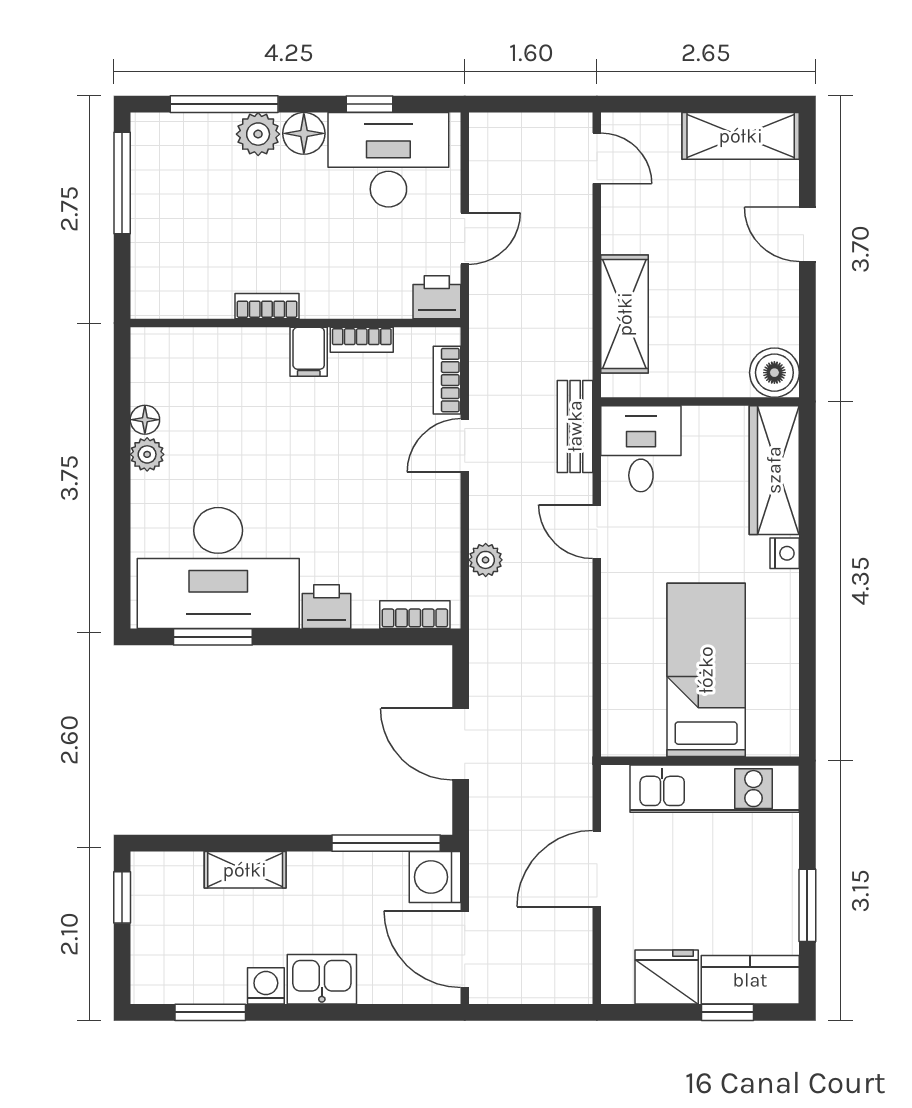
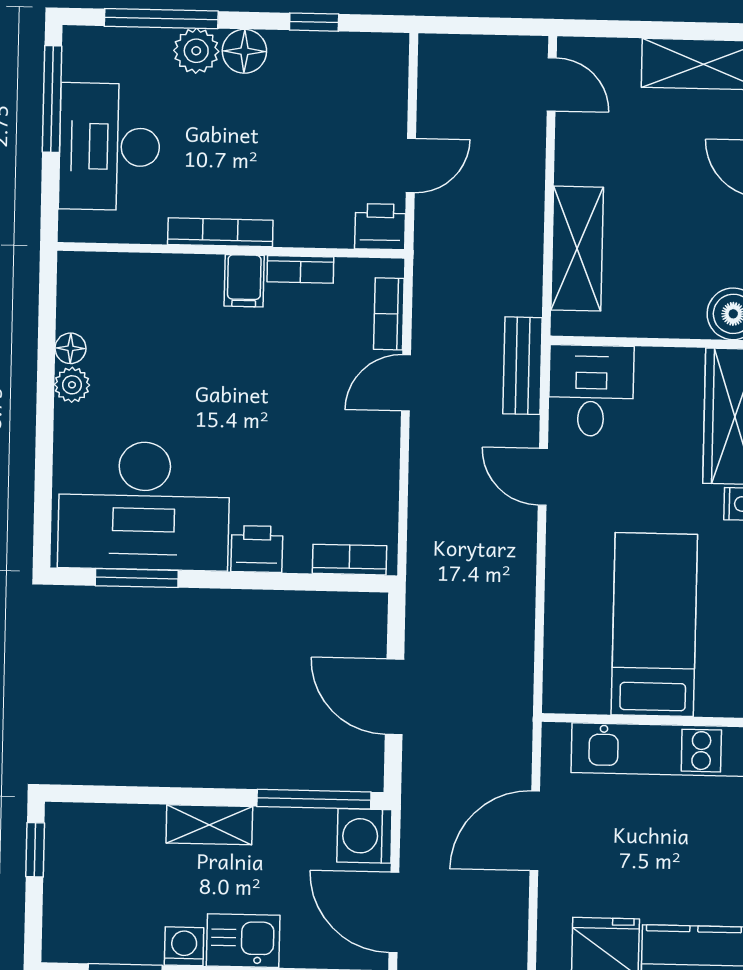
desk: (388, 160) -> (109, 147), moved, turned -90
bookcase: (267, 306) -> (220, 232), width x1.56
plant: (486, 560) -> (425, 504), removed
shelving: (245, 870) -> (209, 825), moved

